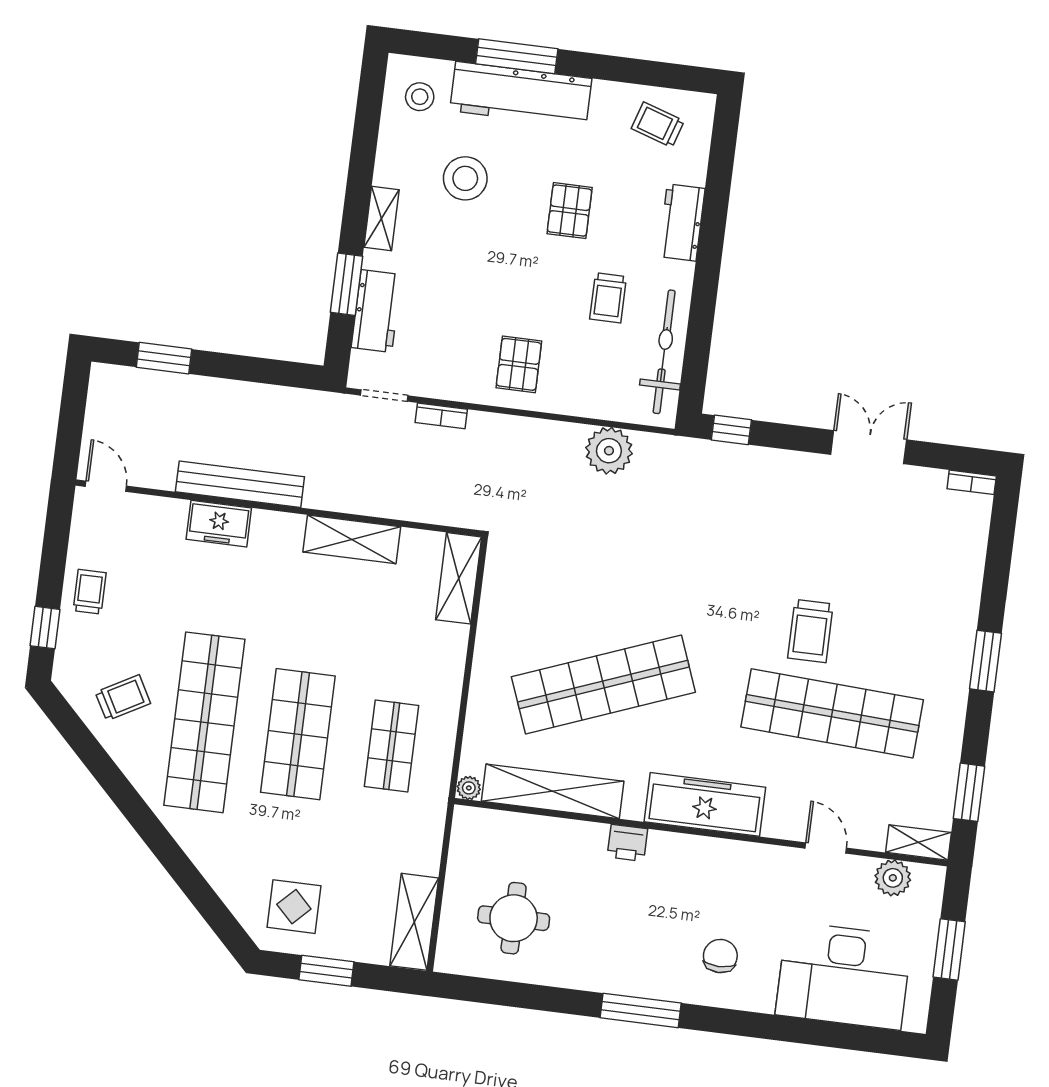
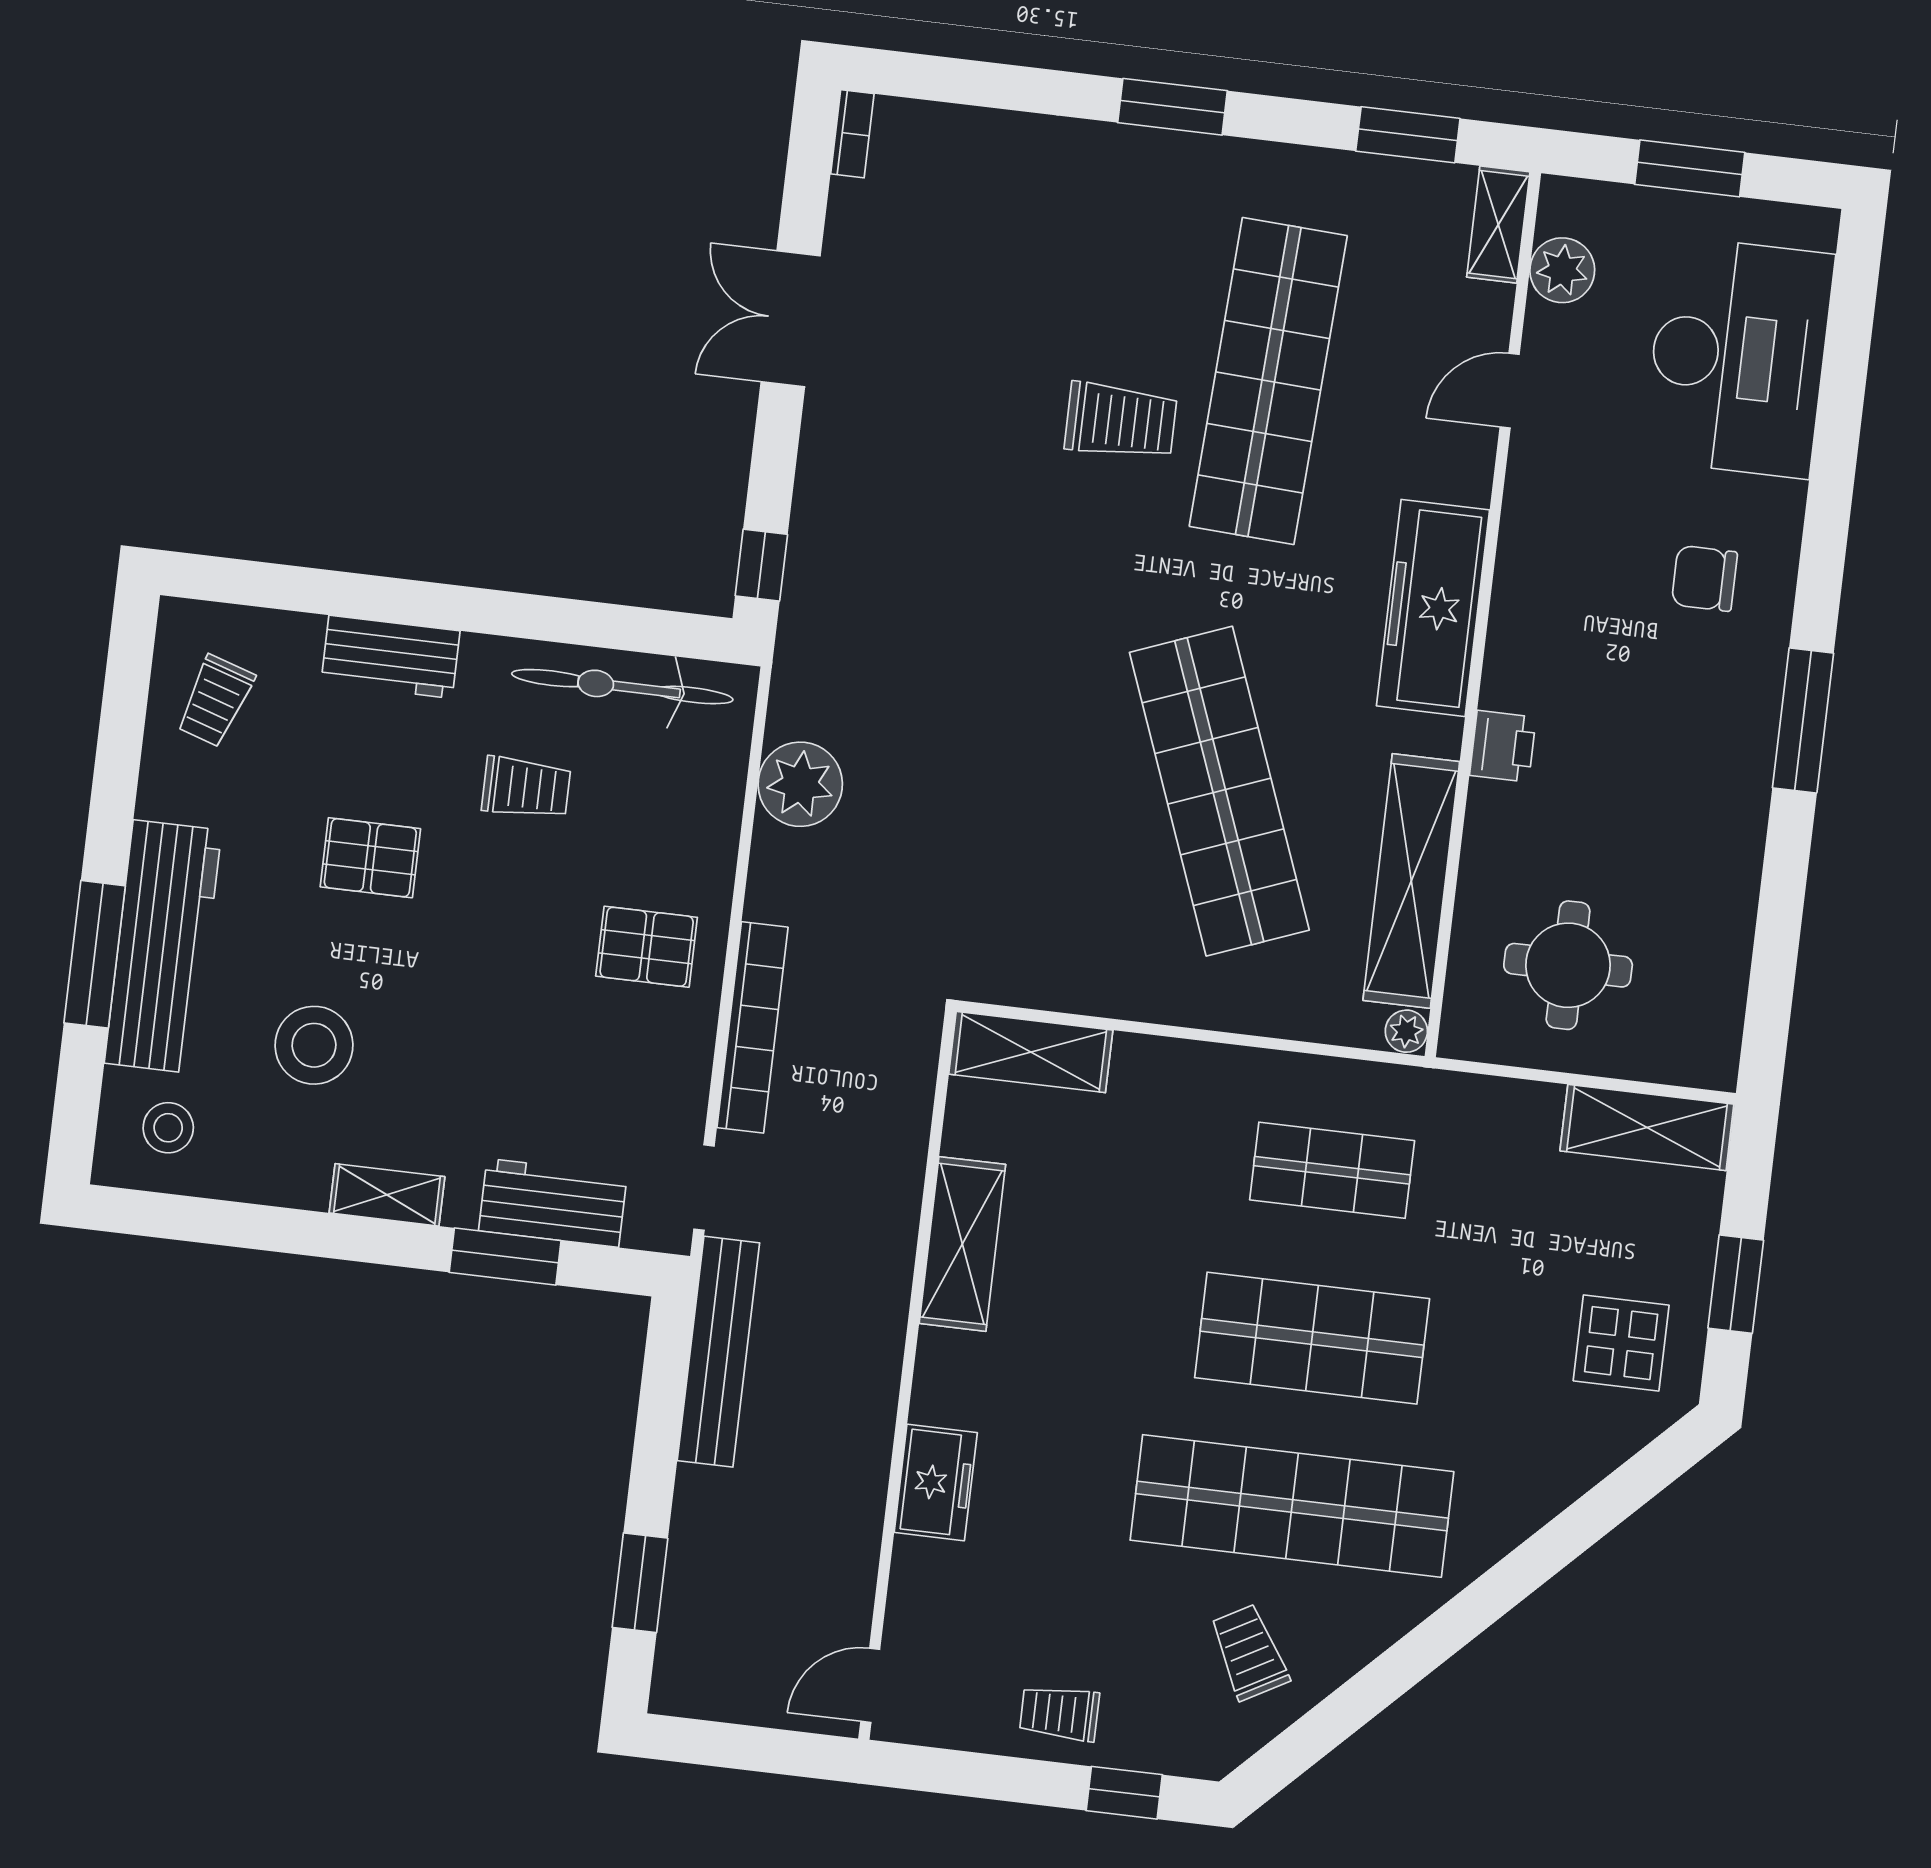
bookcase: (441, 416) -> (752, 1027), width x2.31, depth x1.31
bench: (240, 484) -> (718, 1352), moved
round table: (514, 918) -> (1568, 965), moved

